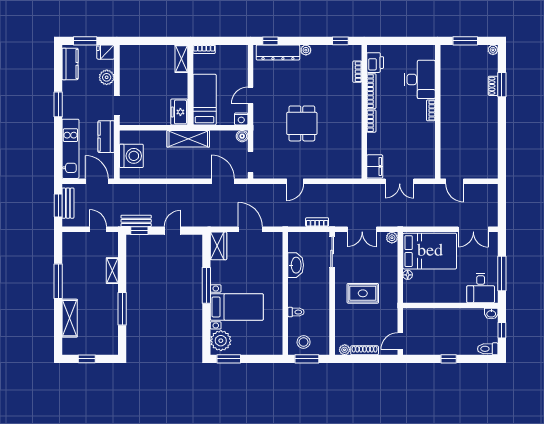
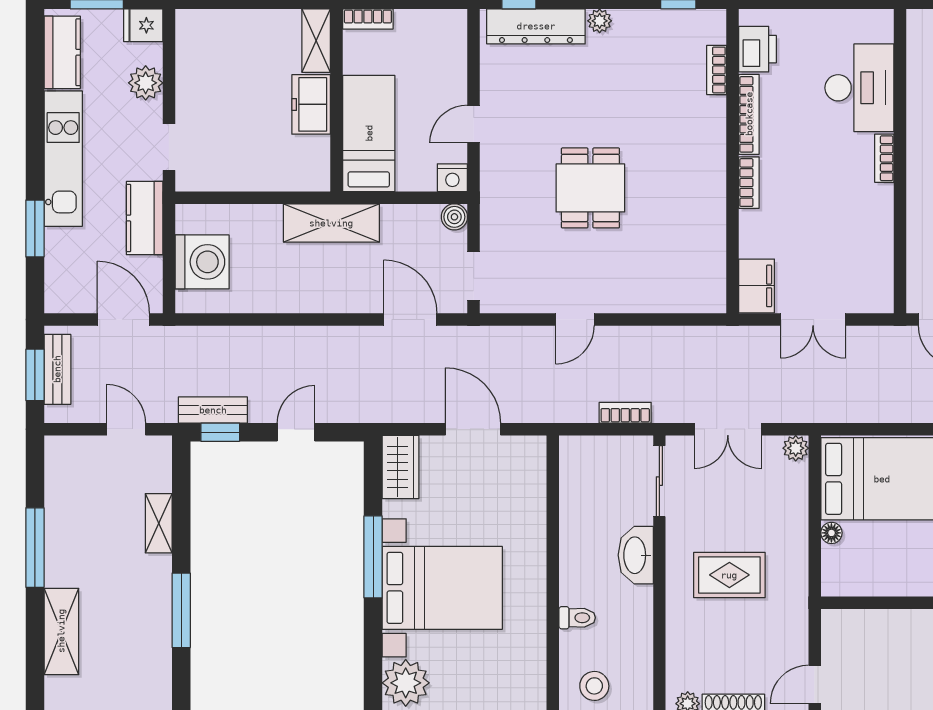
window: (58, 104) -> (35, 229), moved
freezer: (179, 112) -> (311, 104), moved
kitchen unit: (70, 149) -> (63, 159), moved
washbasin: (296, 265) -> (636, 555), moved, turned 180
bed with nightstands: (237, 307) -> (442, 588), width x1.36

